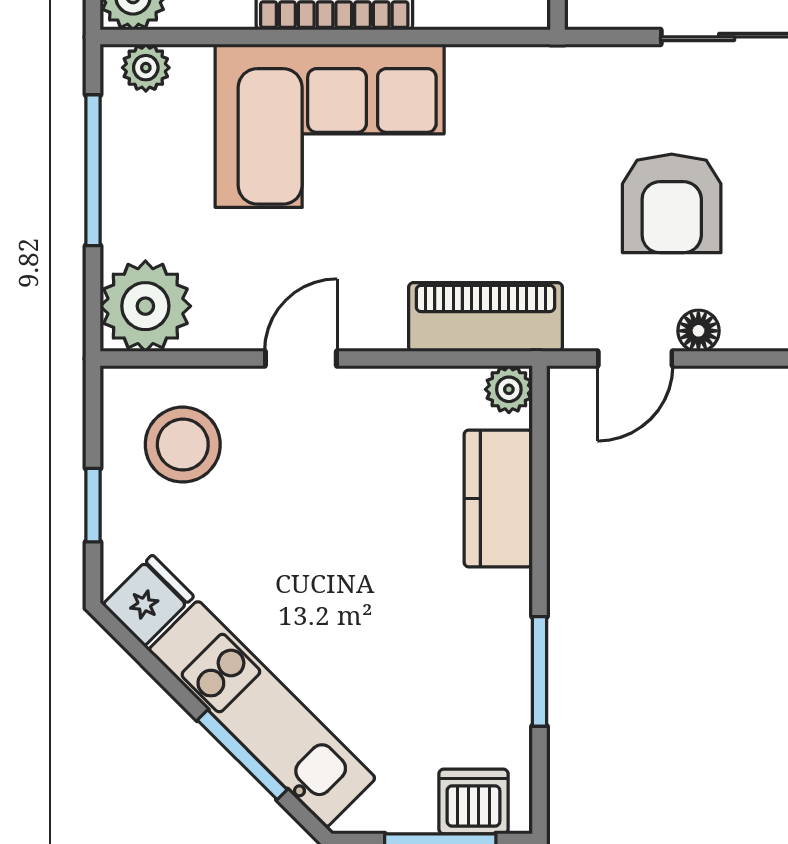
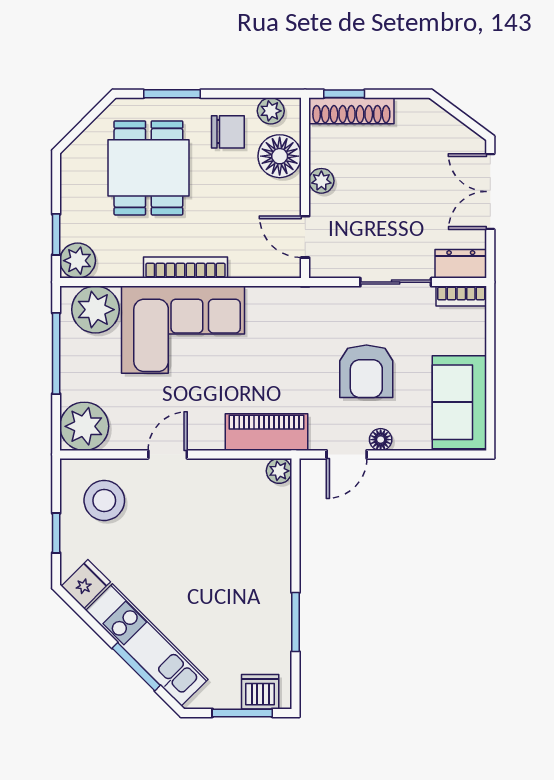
plant: (146, 68) -> (95, 310), width x1.87, depth x1.87
kitchen counter: (498, 498) -> (273, 529), removed

